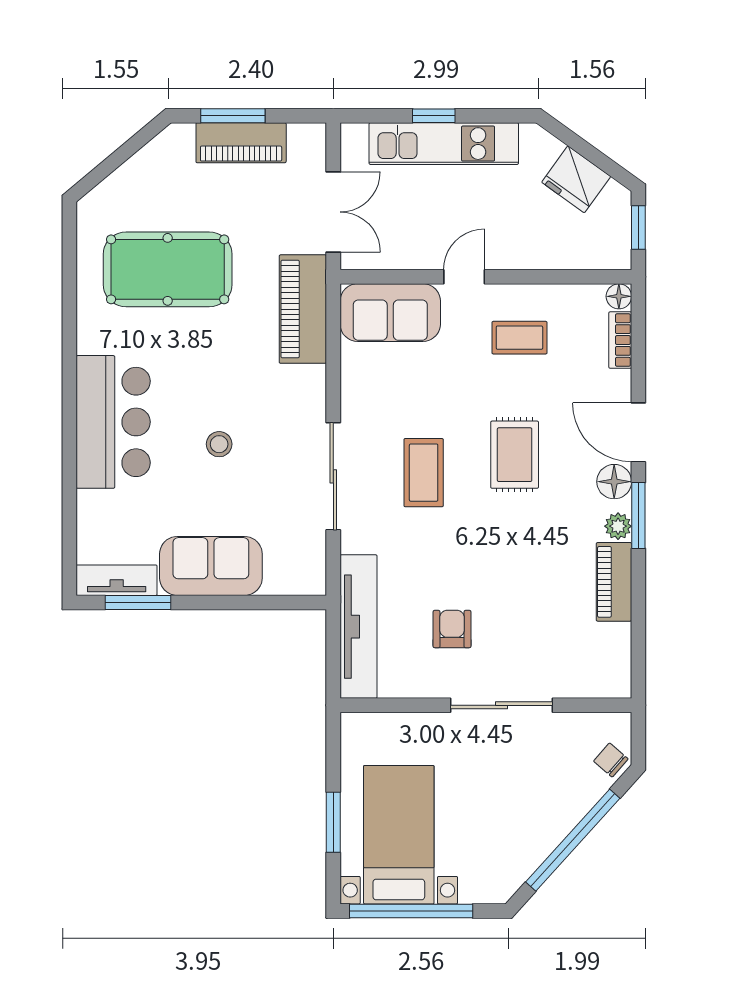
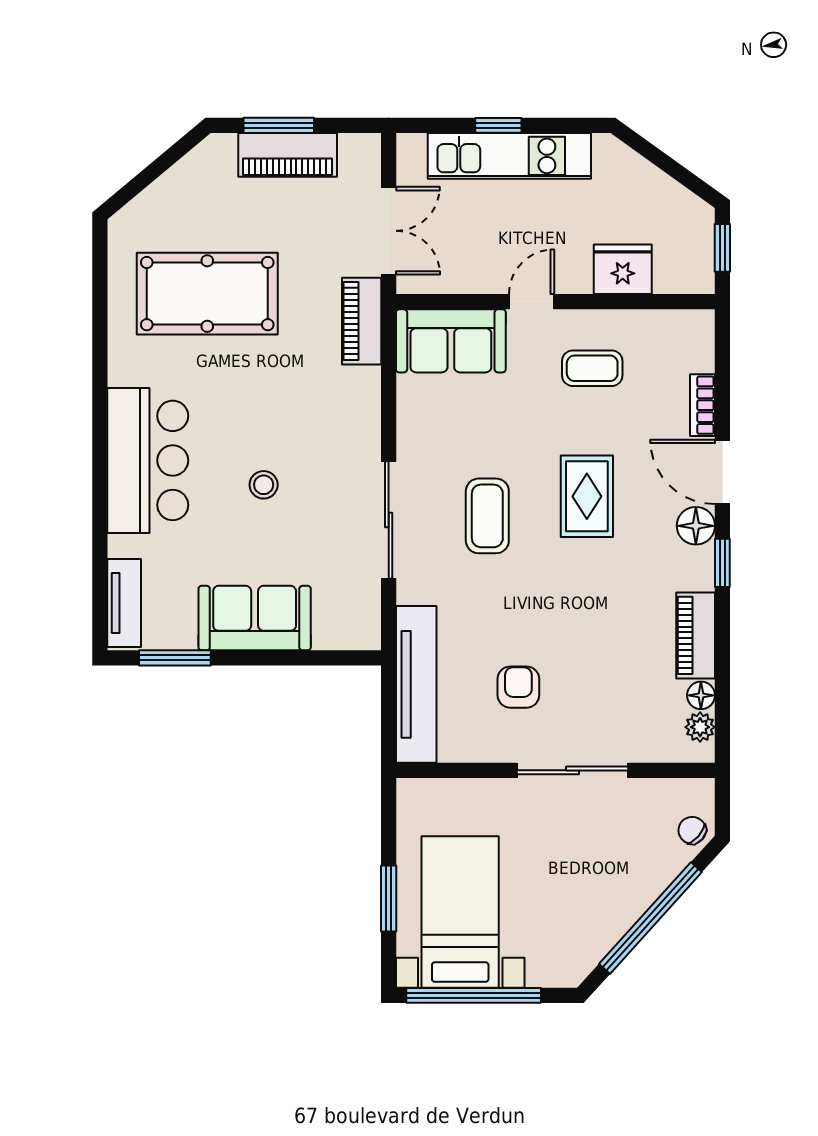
fridge: (576, 179) -> (623, 269), moved, turned 144
floor lamp: (619, 296) -> (701, 695), moved
piano: (303, 309) -> (362, 321), width x0.73, depth x0.75
bookcase: (620, 340) -> (702, 405), moved
window: (638, 515) -> (722, 563), width x0.67
plant: (618, 526) -> (700, 727), moved
tv unit: (117, 580) -> (124, 603), moved, turned 90

